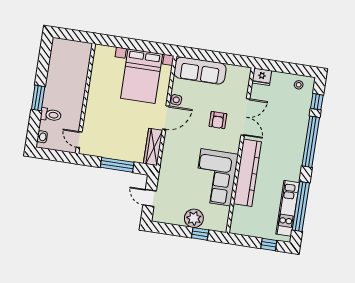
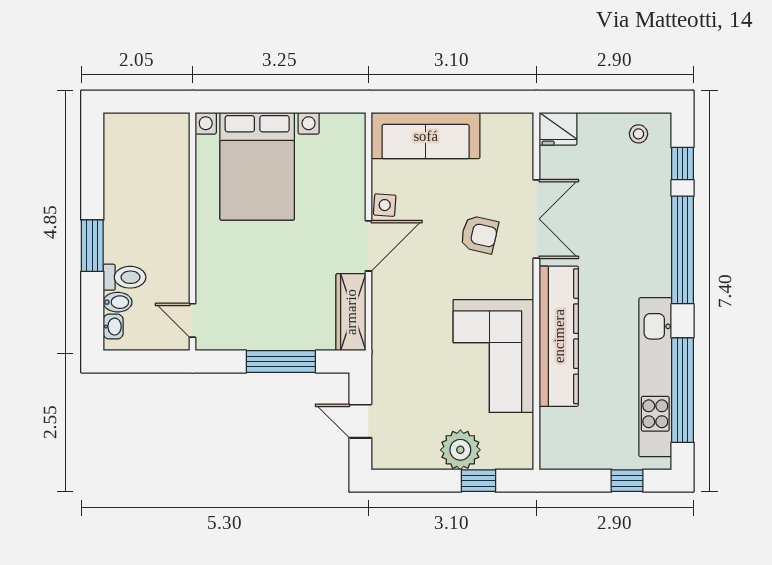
bed with nightstands: (142, 76) -> (257, 166), moved
armchair: (218, 120) -> (479, 234), turned -77
bidet: (46, 126) -> (118, 302), added
kitchen unit: (288, 208) -> (655, 377), width x1.36

